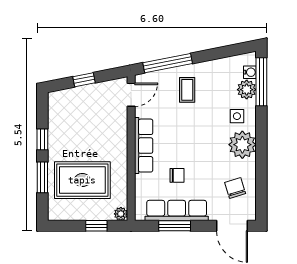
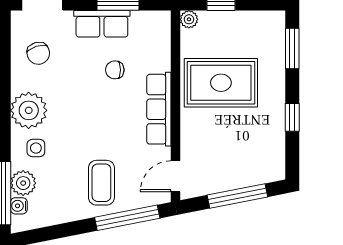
window: (84, 80) -> (237, 196), width x2.17
coffee table: (187, 90) -> (101, 183), width x1.36, depth x1.30
window: (42, 177) -> (292, 48), moved
rug: (82, 180) -> (221, 83), moved
row of seats: (177, 210) -> (102, 24), width x0.68

